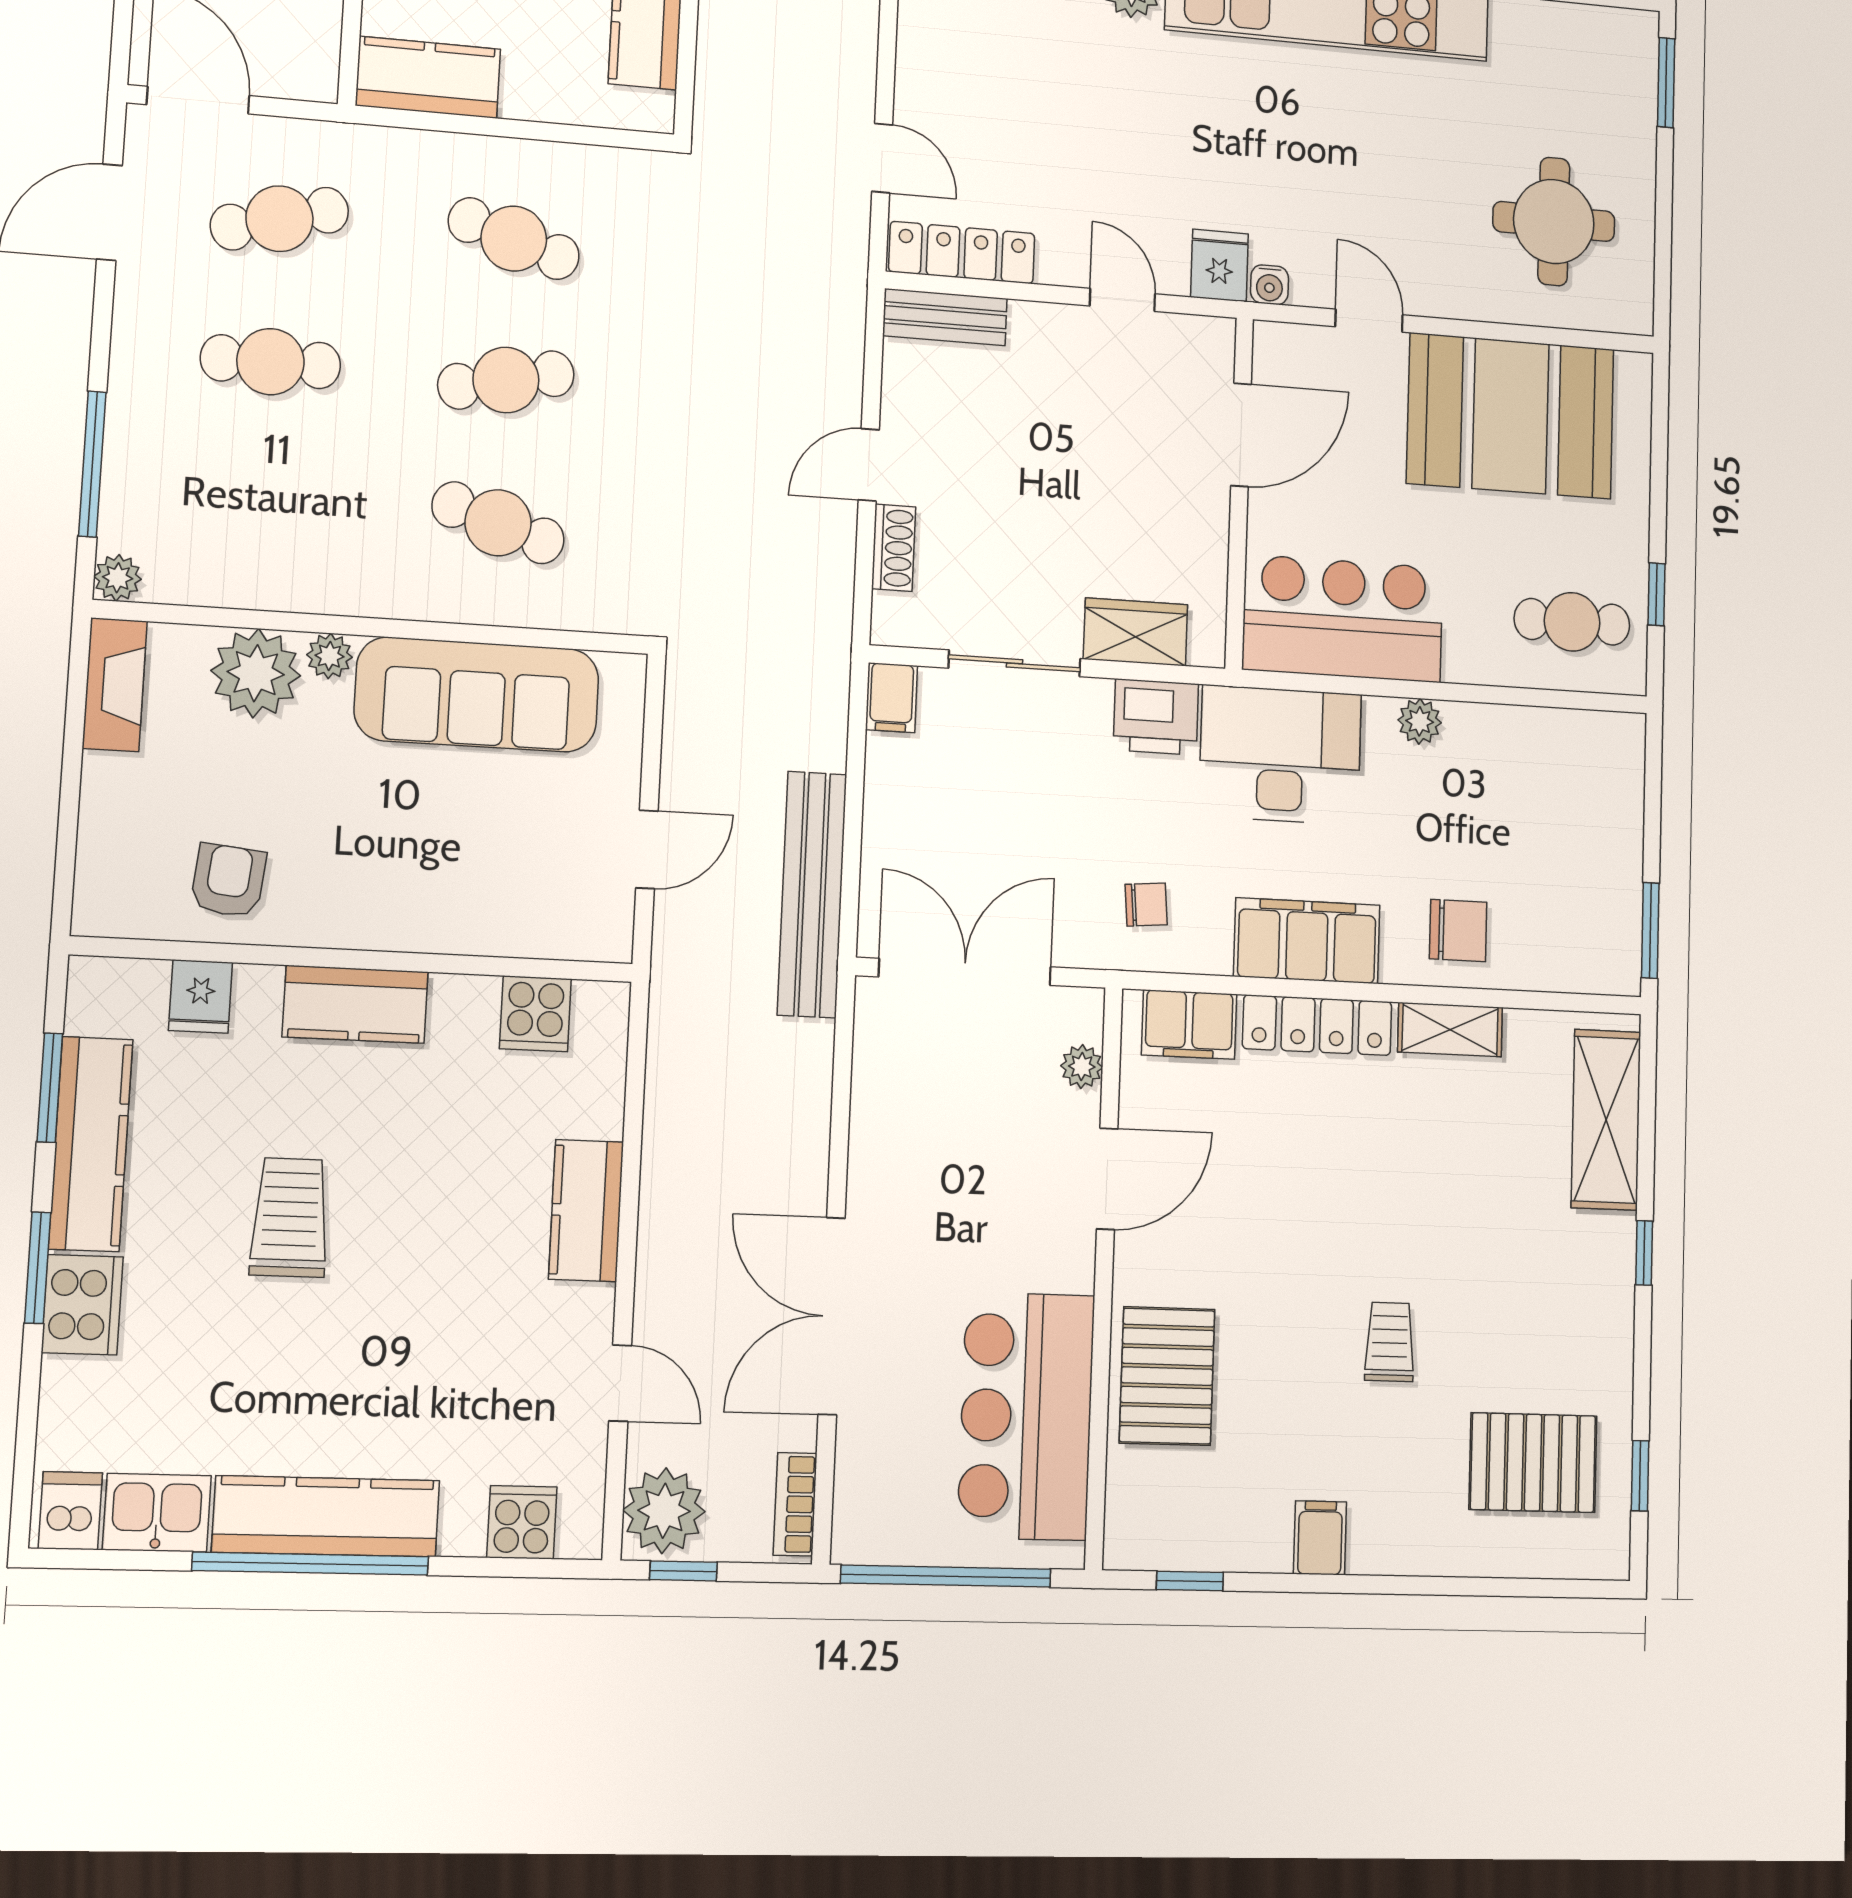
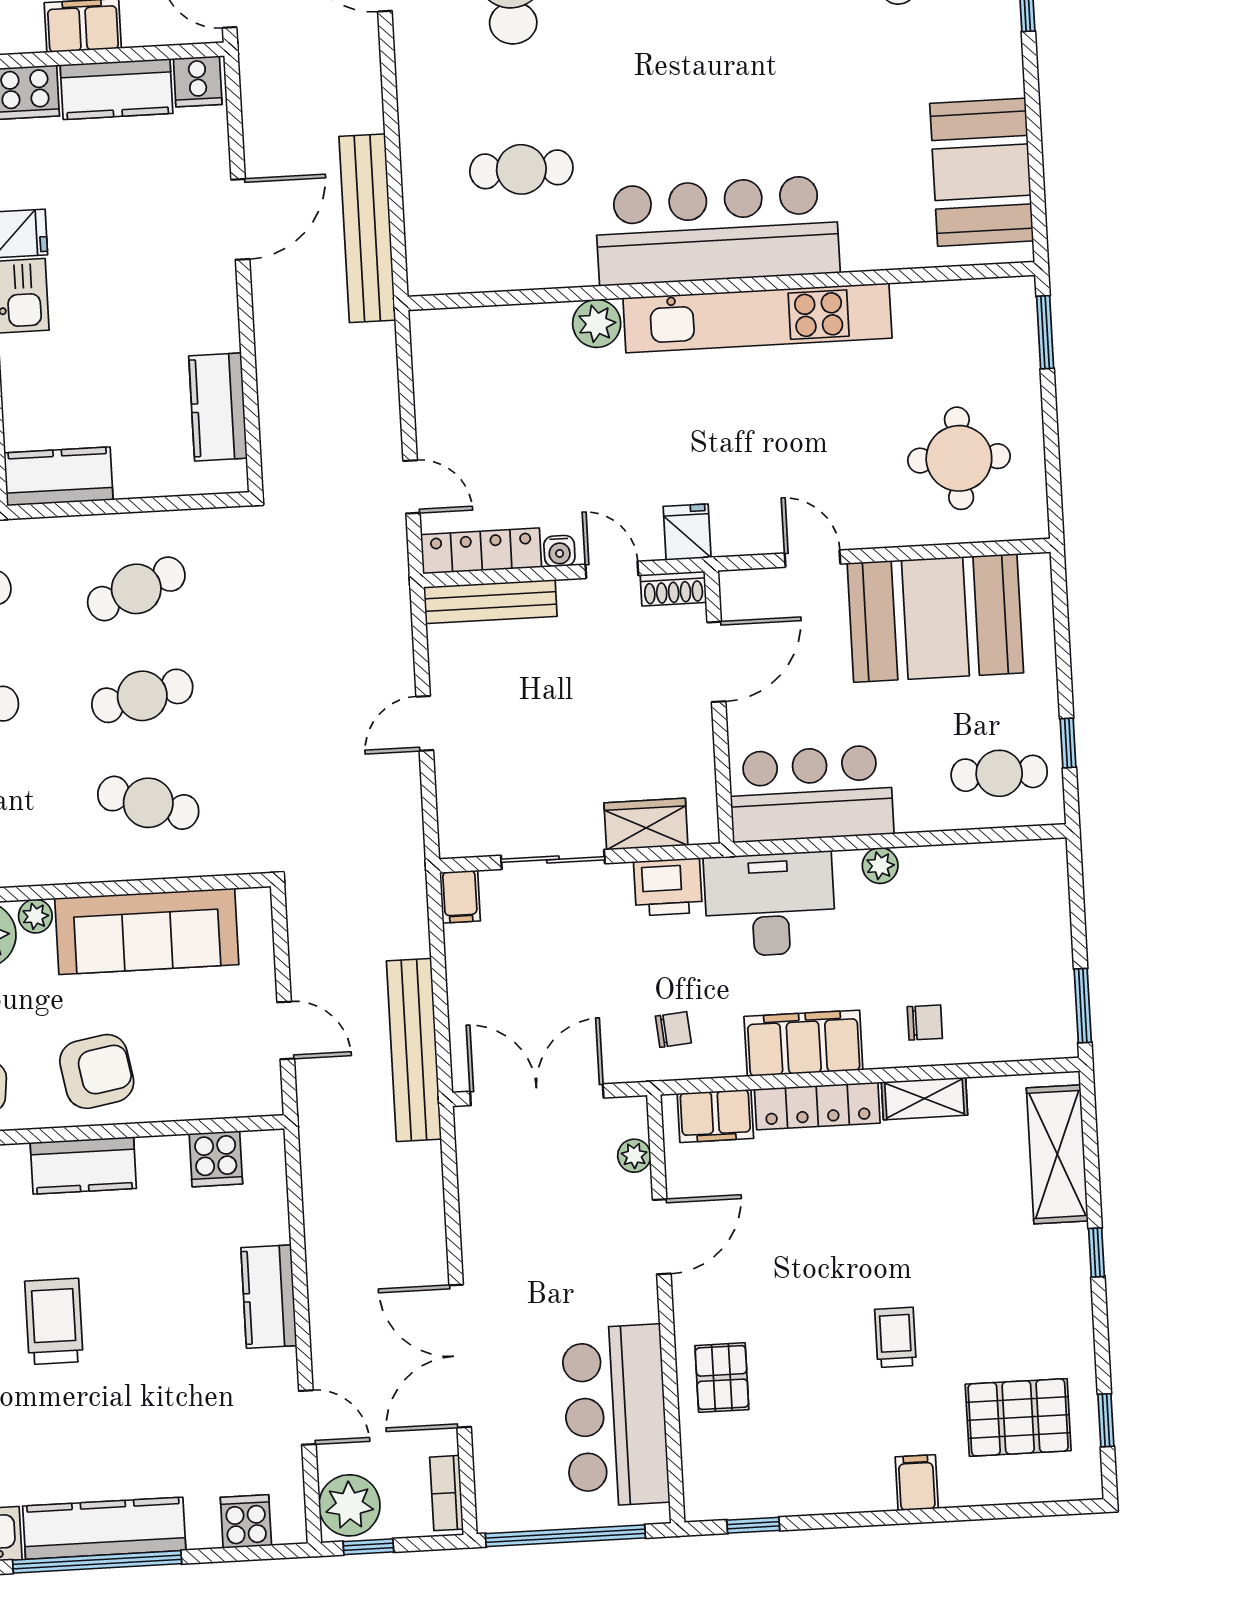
cafe table: (514, 239) -> (136, 589), turned -39
water cooler: (1269, 285) -> (559, 551), moved
bench: (945, 317) -> (490, 602), width x1.36
shoe rack: (894, 548) -> (673, 589), moved, turned 90
door: (647, 849) -> (286, 1030), hinge flipped
armchair: (388, 877) -> (97, 1071), added
chair: (1458, 931) -> (925, 1022), width x0.73, depth x0.73
pallet: (1167, 1376) -> (722, 1378), width x0.67, depth x0.71
filing cabinet: (1320, 1538) -> (917, 1483), moved

